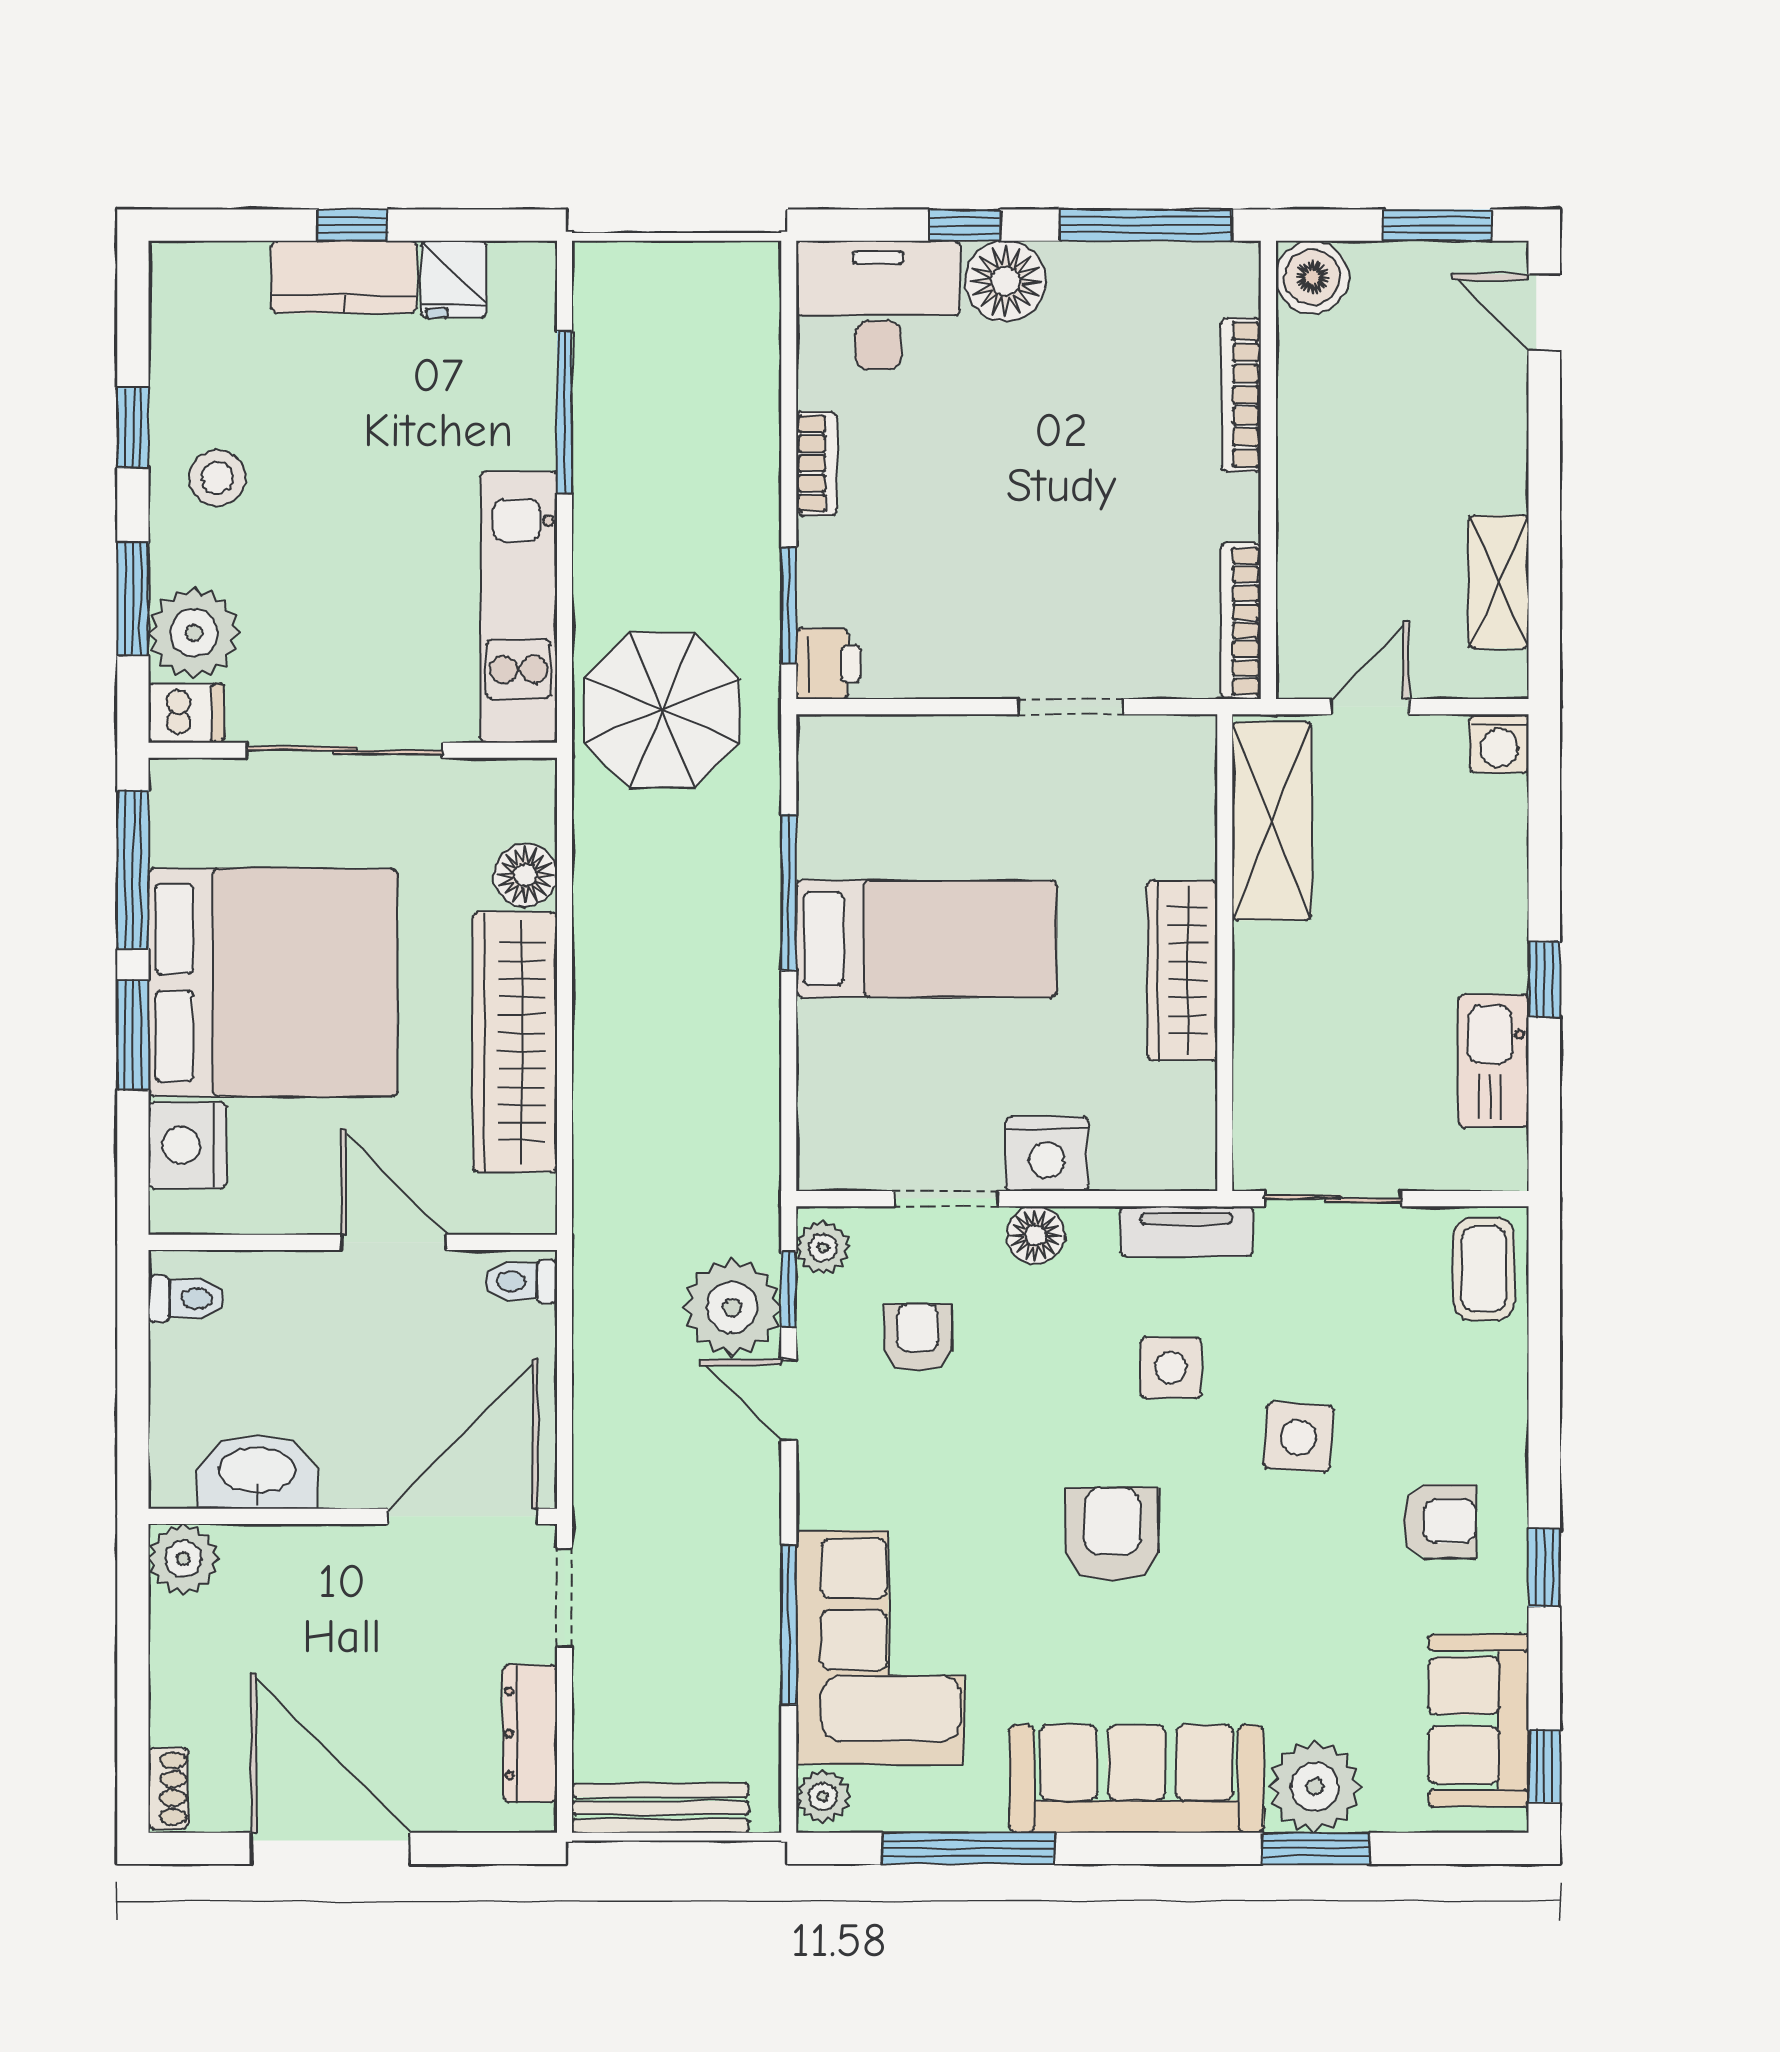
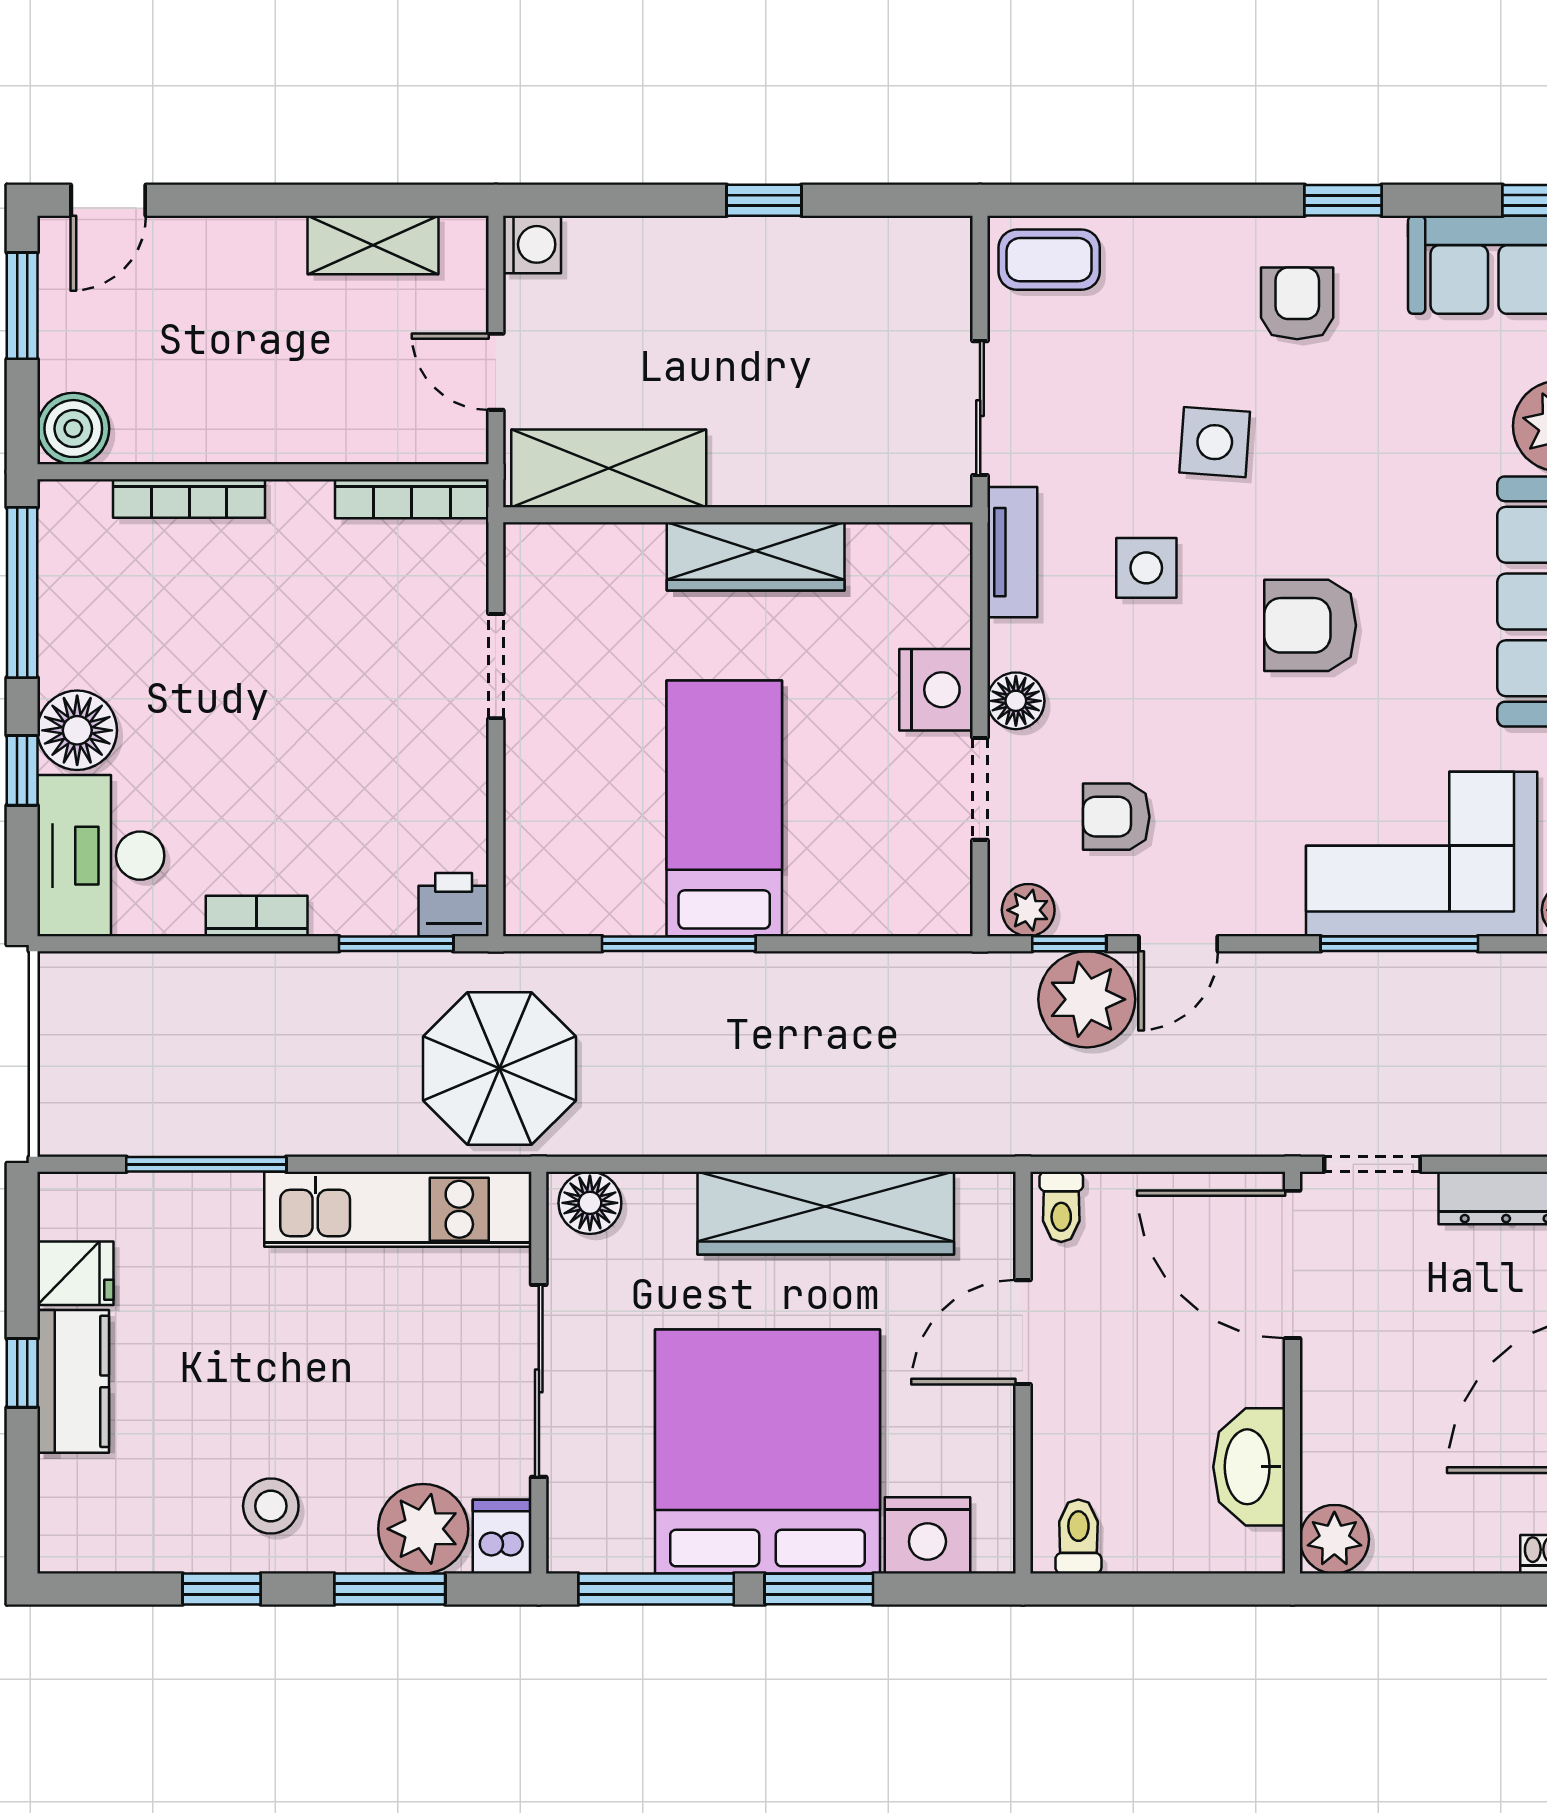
floor lamp: (525, 875) -> (590, 1203), moved
kitchen sink: (1494, 1061) -> (844, 250), removed

